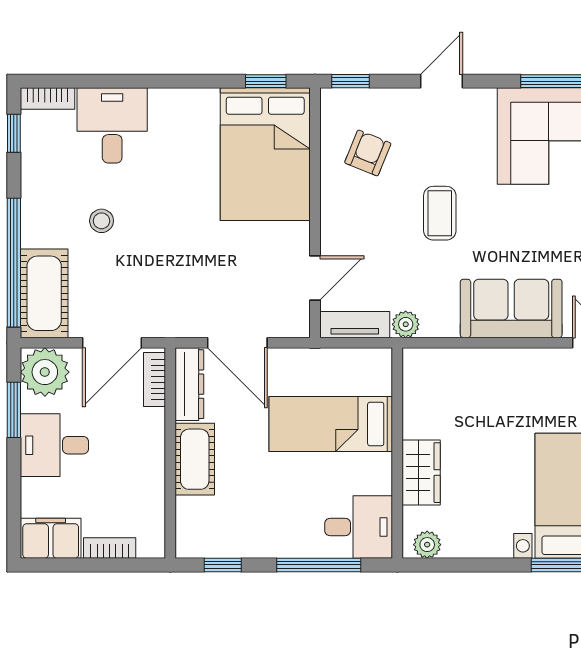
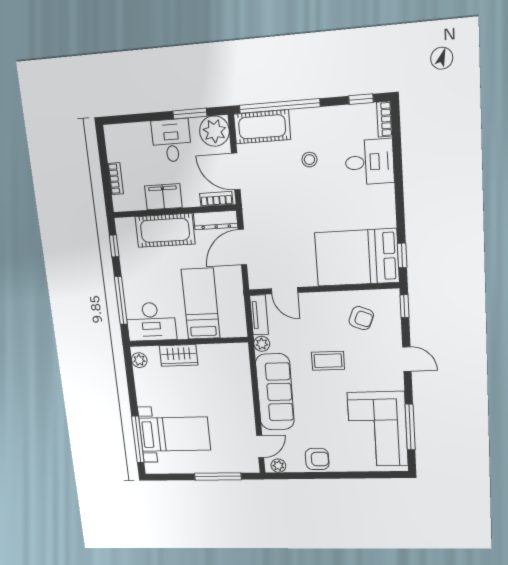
sofa: (511, 308) -> (275, 392), width x1.36
cot: (195, 459) -> (165, 230), width x1.37, depth x1.34
desk: (359, 527) -> (151, 322), width x1.37
filing cabinet: (51, 538) -> (163, 197), moved, turned -90

